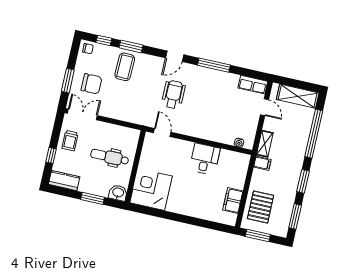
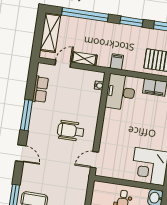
row of seats: (253, 85) -> (40, 89), moved
wheelchair: (173, 94) -> (71, 131), moved
shelving: (265, 144) -> (84, 59), moved
desk: (205, 159) -> (121, 92), moved, width x1.37

